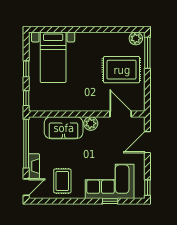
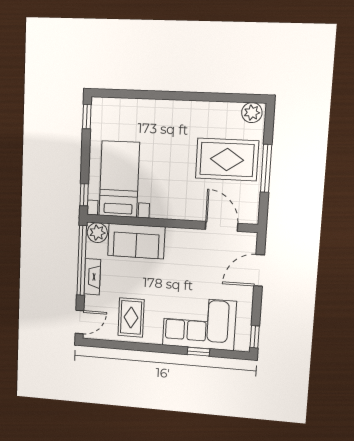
window: (147, 53) -> (266, 168), moved
bed with nightstands: (53, 57) -> (119, 179), moved, turned 180
window: (26, 69) -> (87, 117), moved
plant: (91, 123) -> (97, 233), moved
fireplace: (34, 166) -> (92, 277), moved

